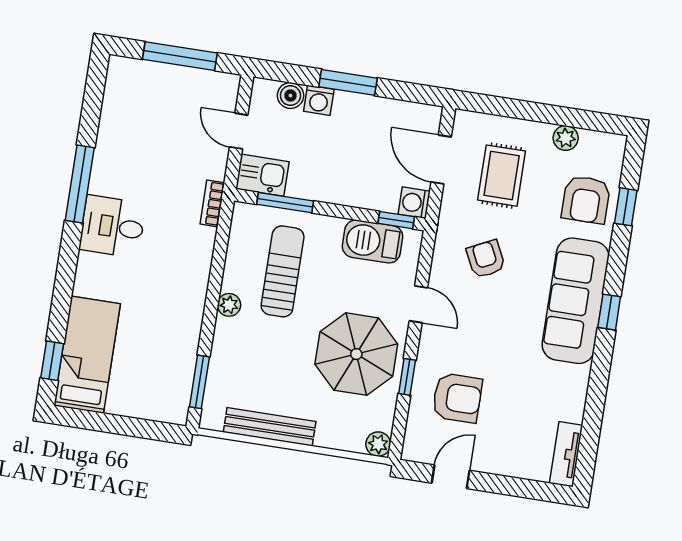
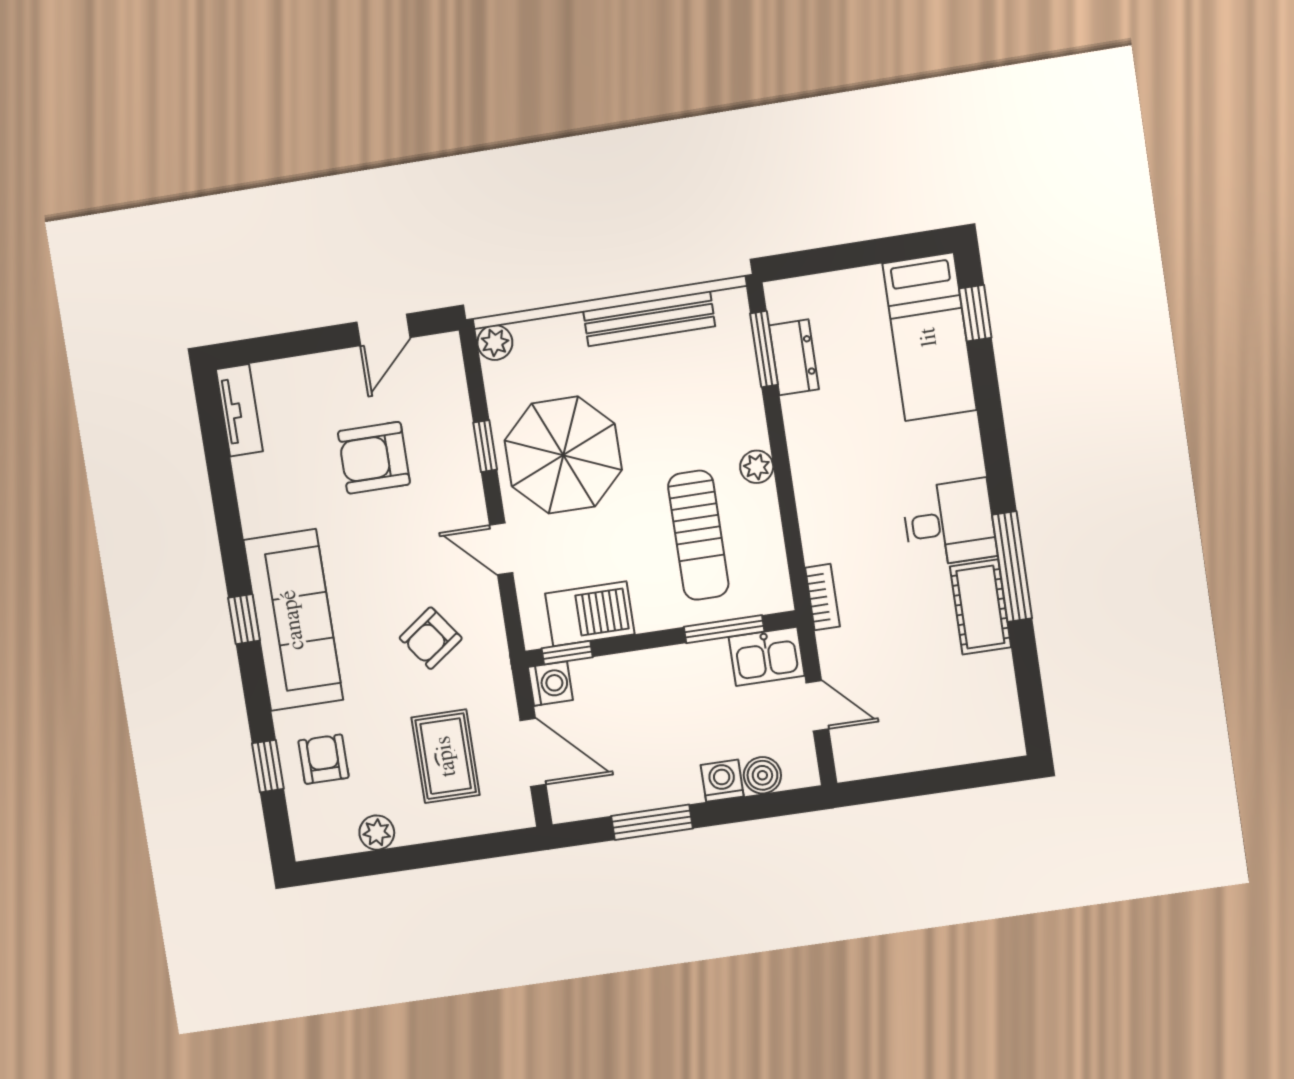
window: (180, 56) -> (929, 782), removed
window: (348, 82) -> (652, 822), moved
cot: (109, 164) -> (980, 607), added
armchair: (586, 200) -> (324, 759), width x0.72, depth x0.72
armchair: (486, 259) -> (431, 638), turned 80
dresser: (181, 370) -> (794, 357), added
armchair: (457, 398) -> (374, 458), moved

